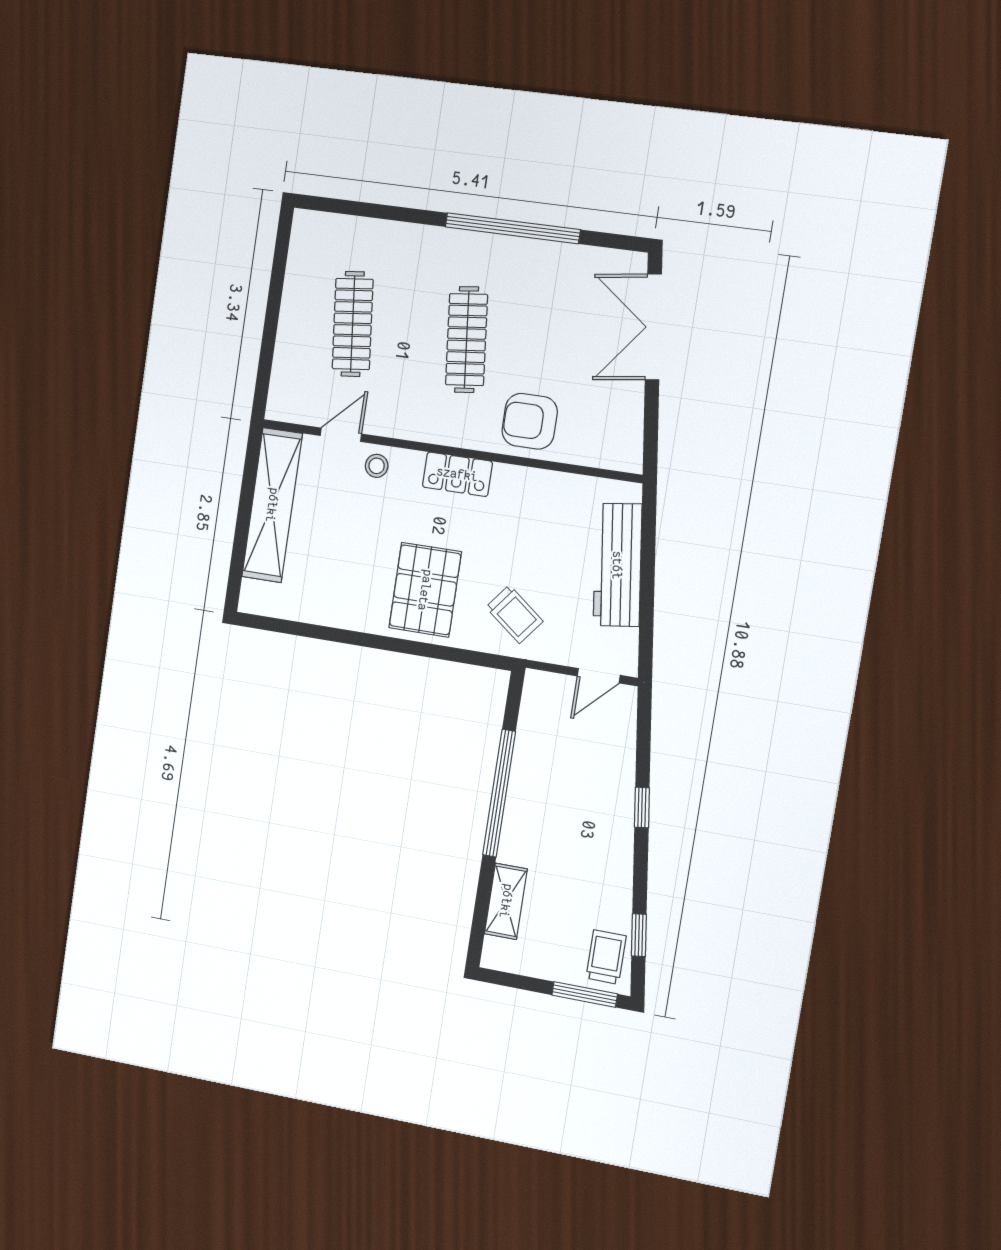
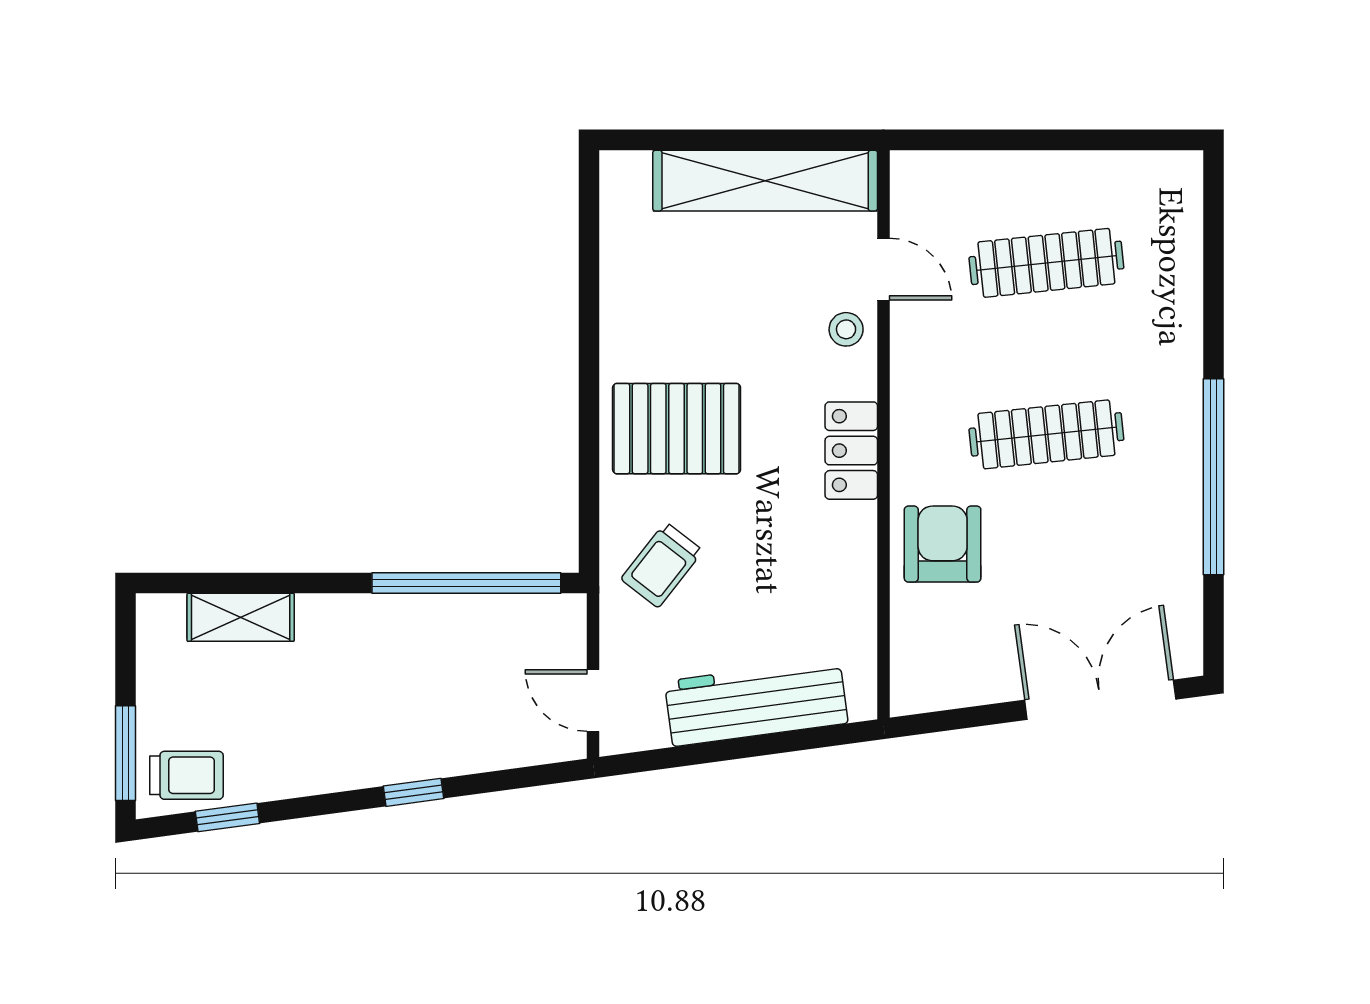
window: (499, 793) -> (466, 583), moved

